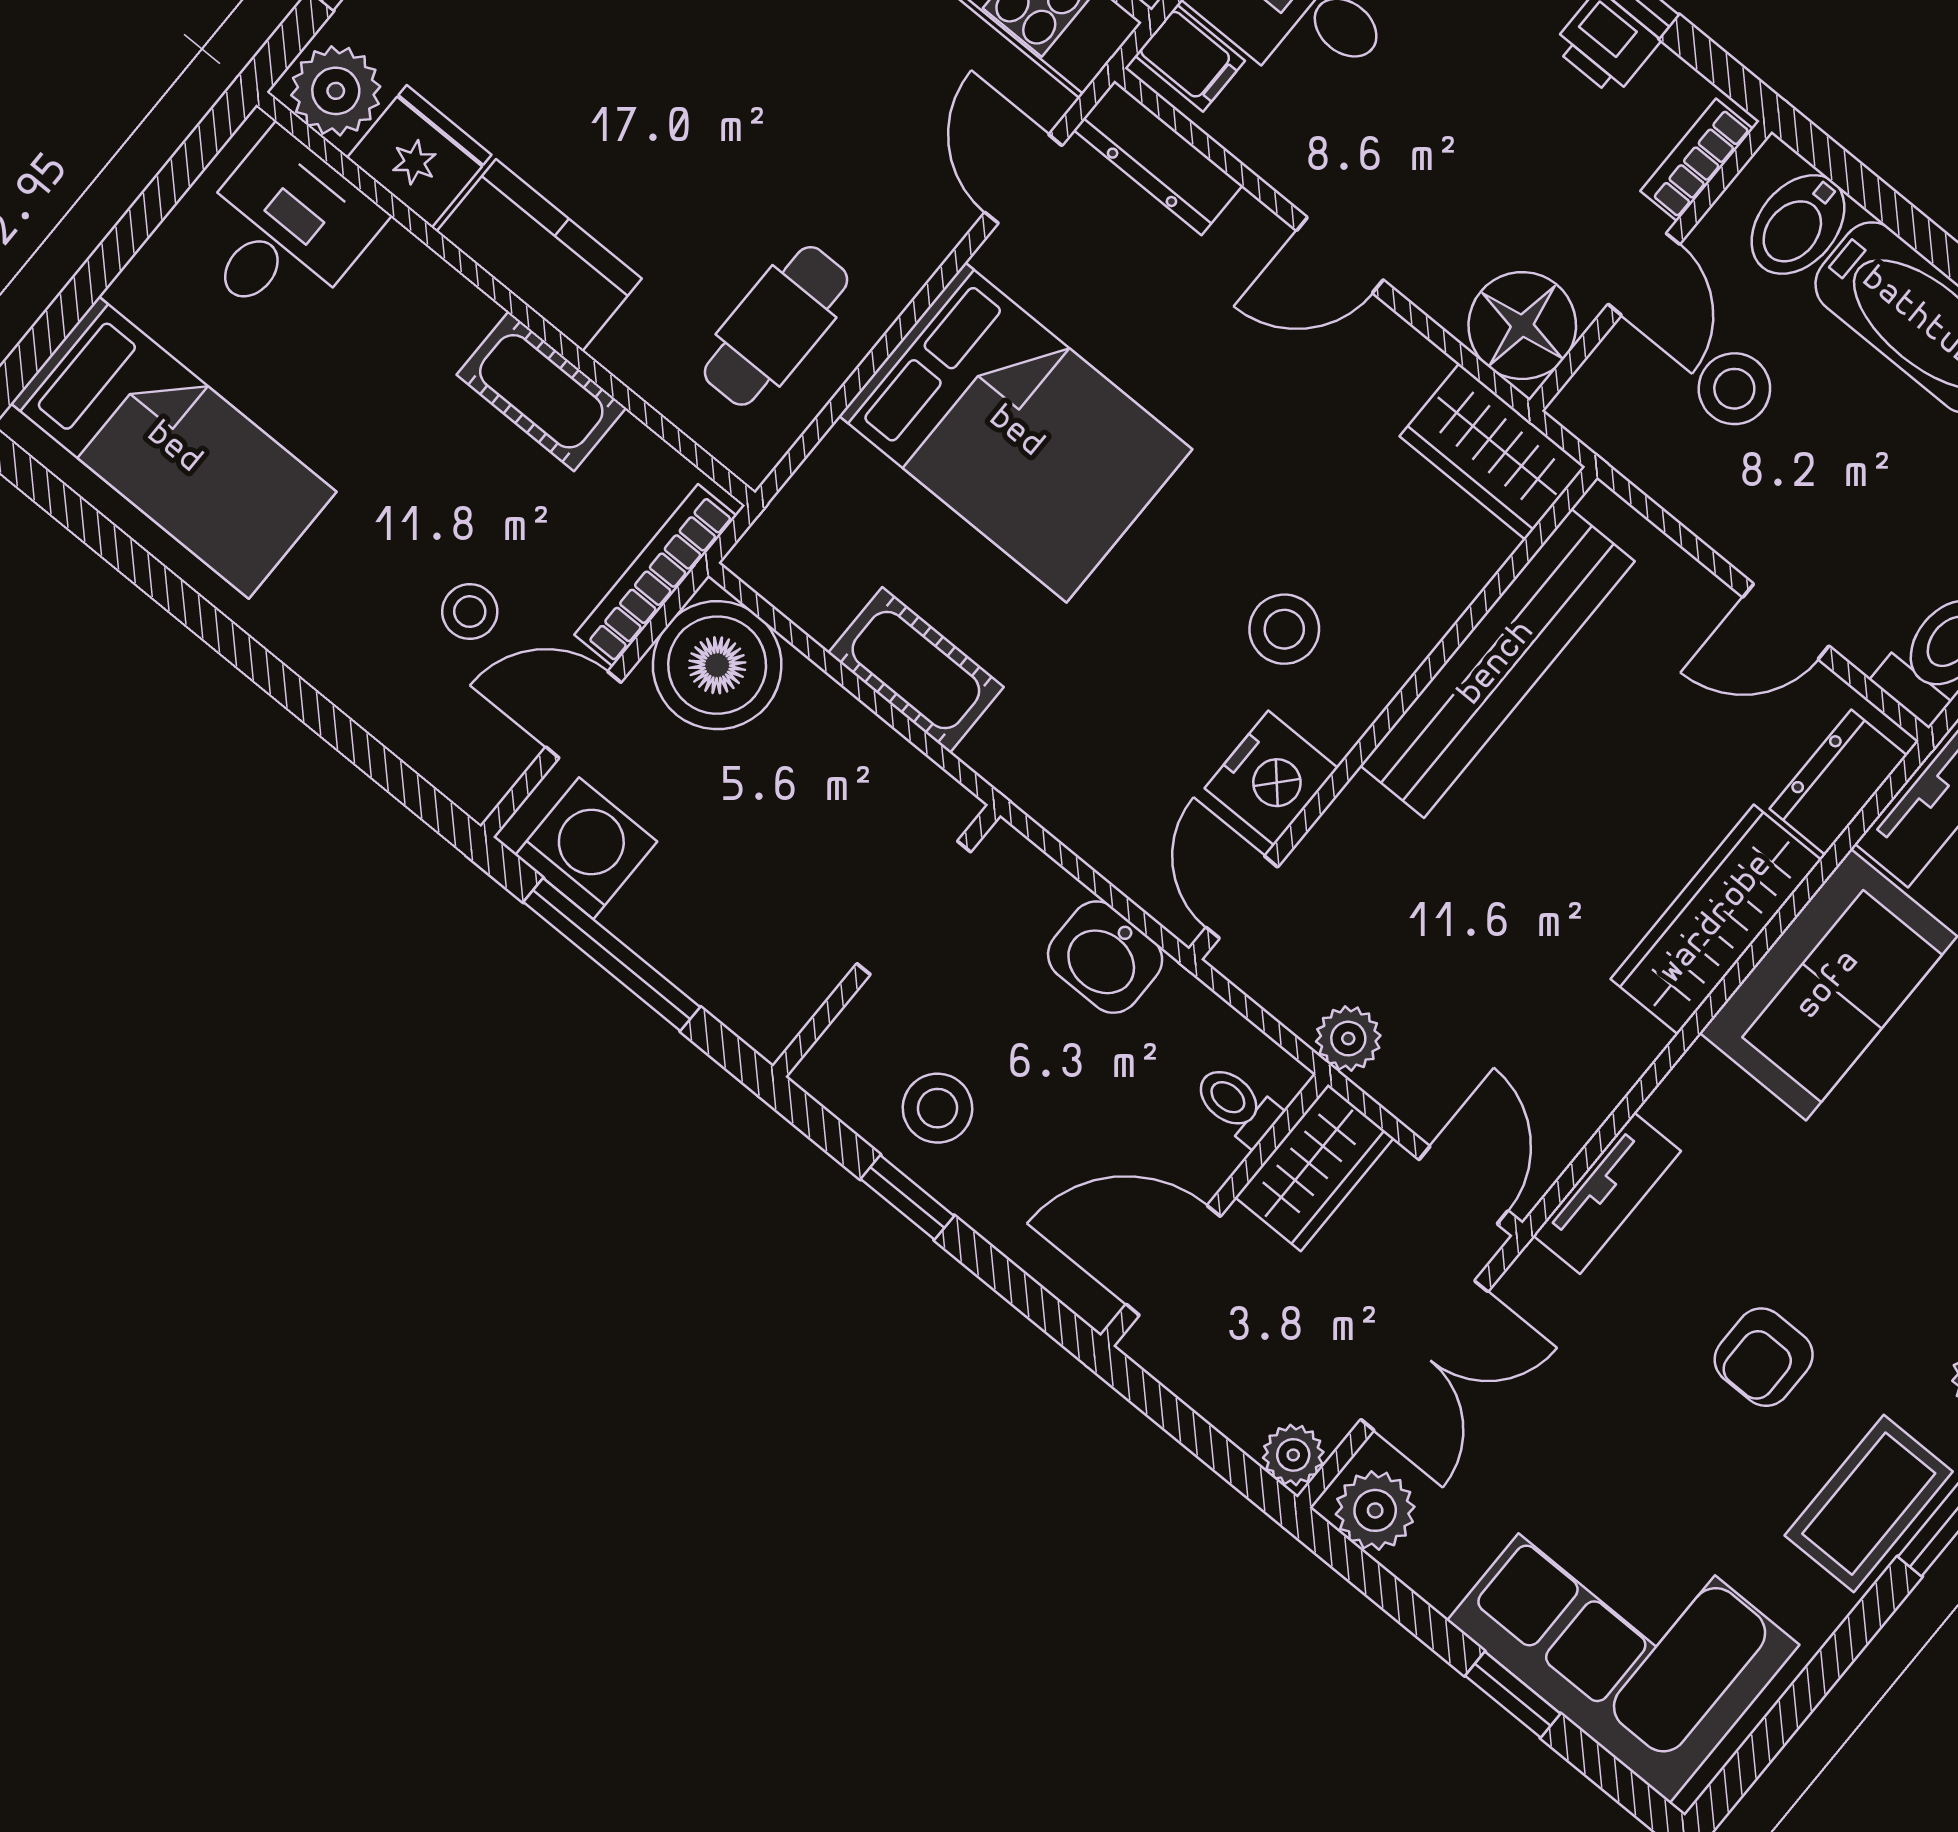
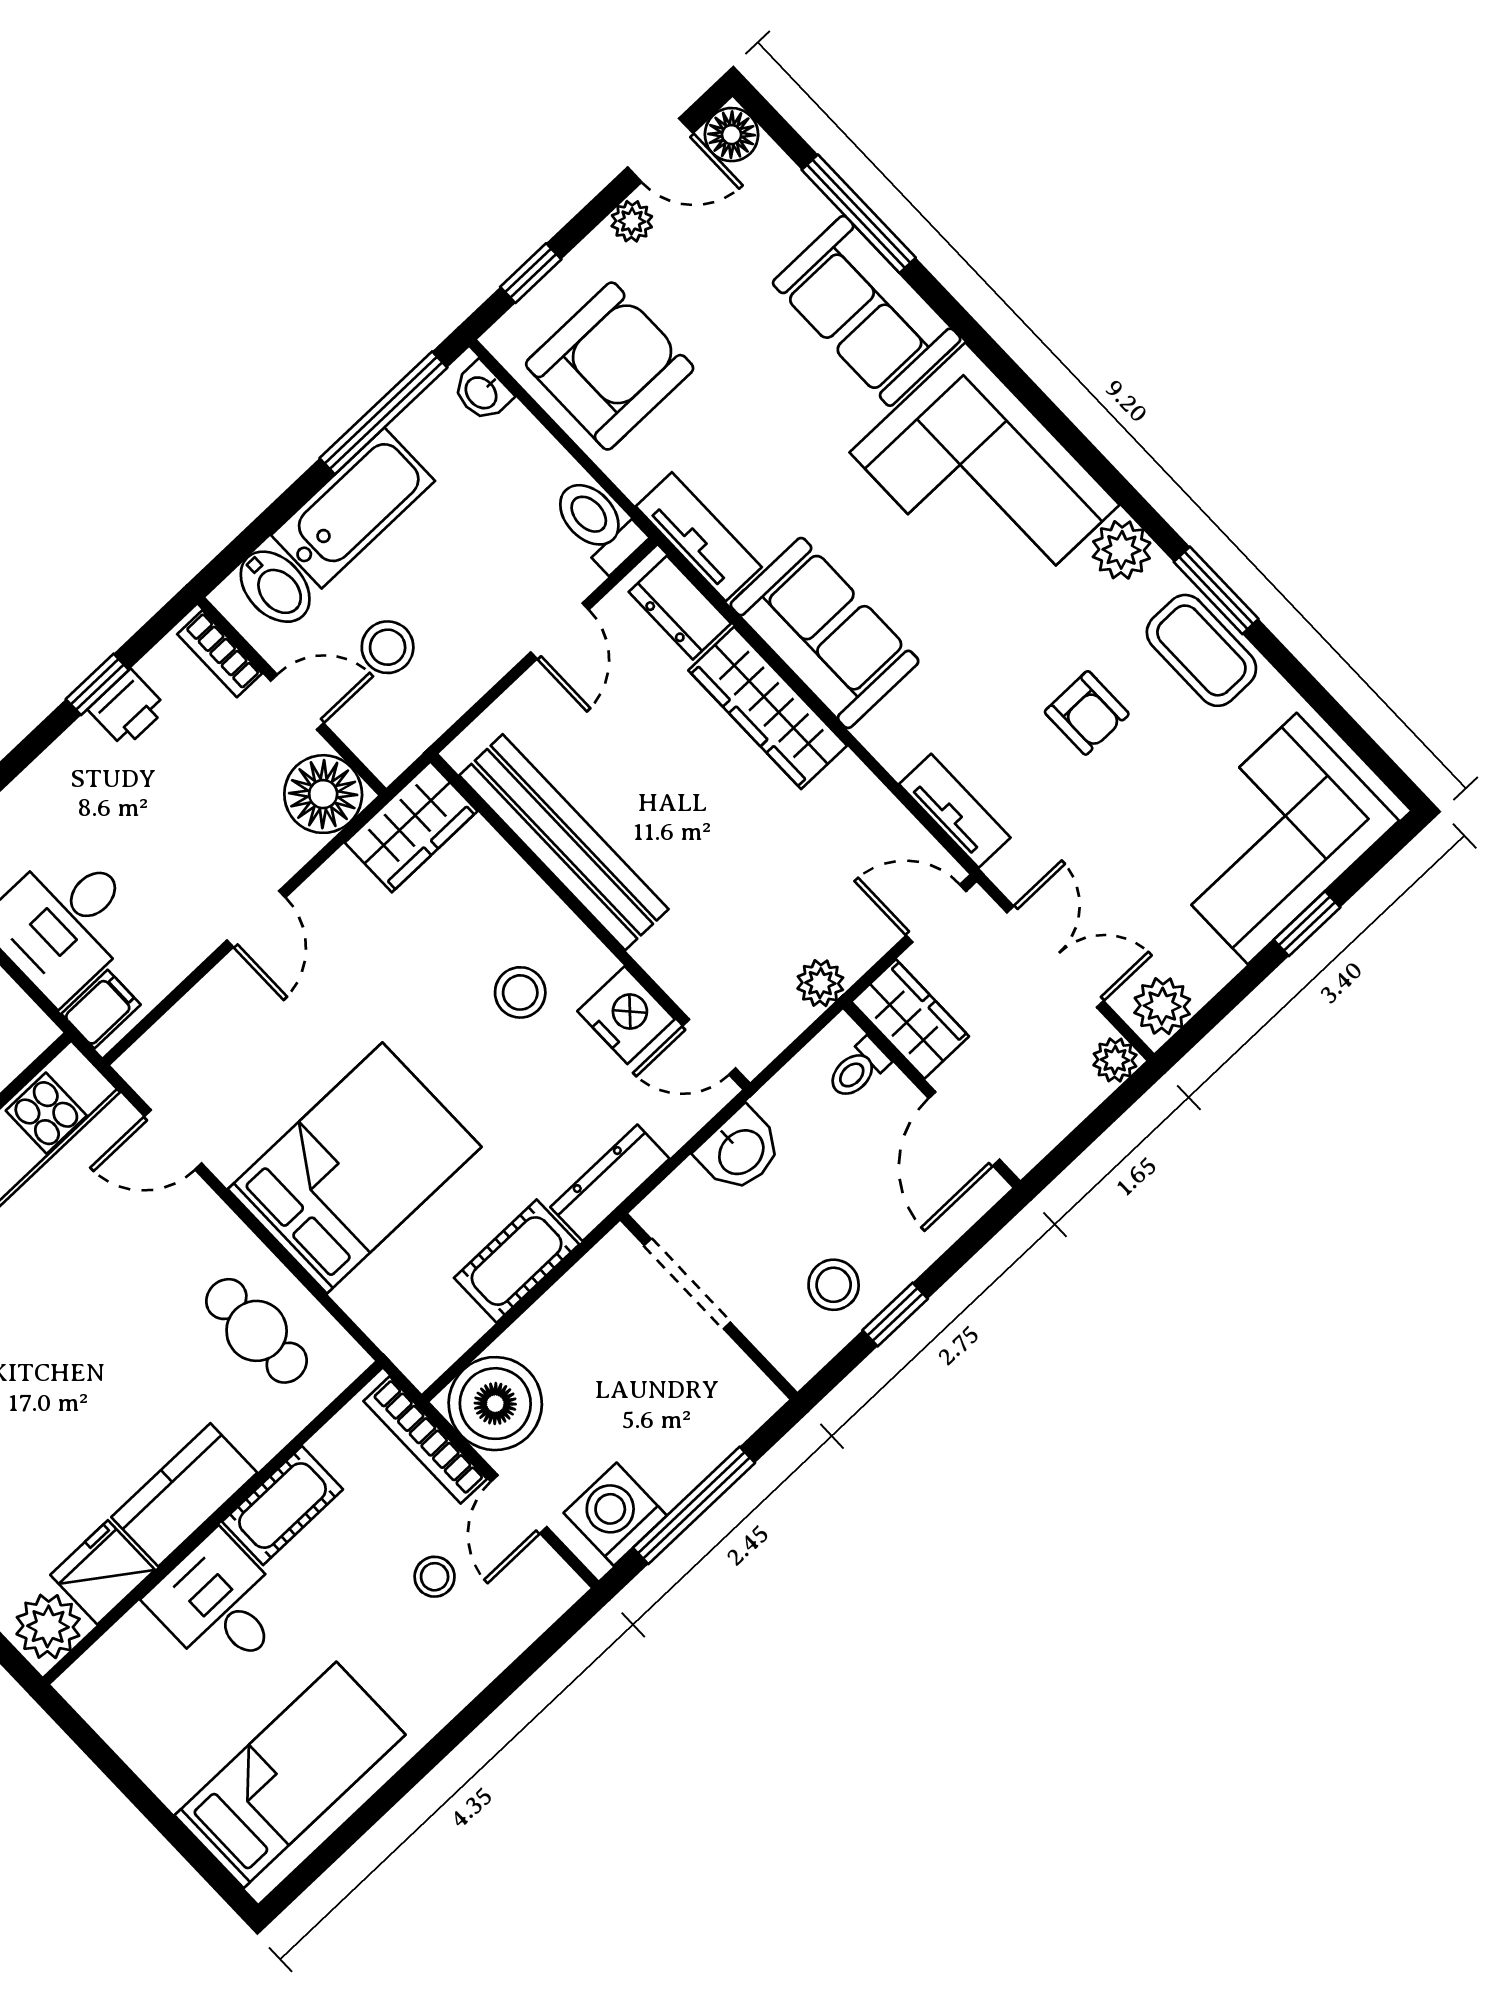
dresser: (1158, 158) -> (610, 1183), moved, turned 180
desk: (283, 230) -> (220, 1605), moved

